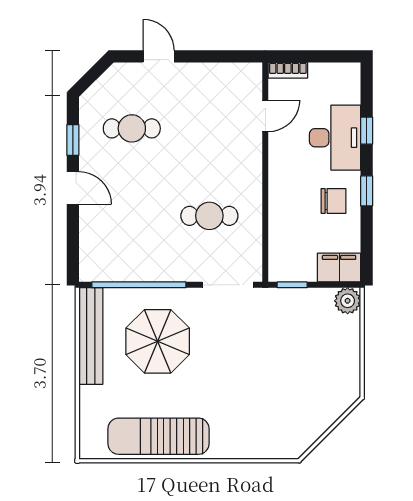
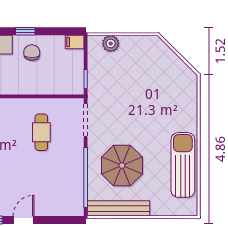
filing cabinet: (339, 268) -> (75, 42), width x0.50
plant: (348, 301) -> (111, 44), moved
sun lounger: (158, 436) -> (183, 165), turned 180

